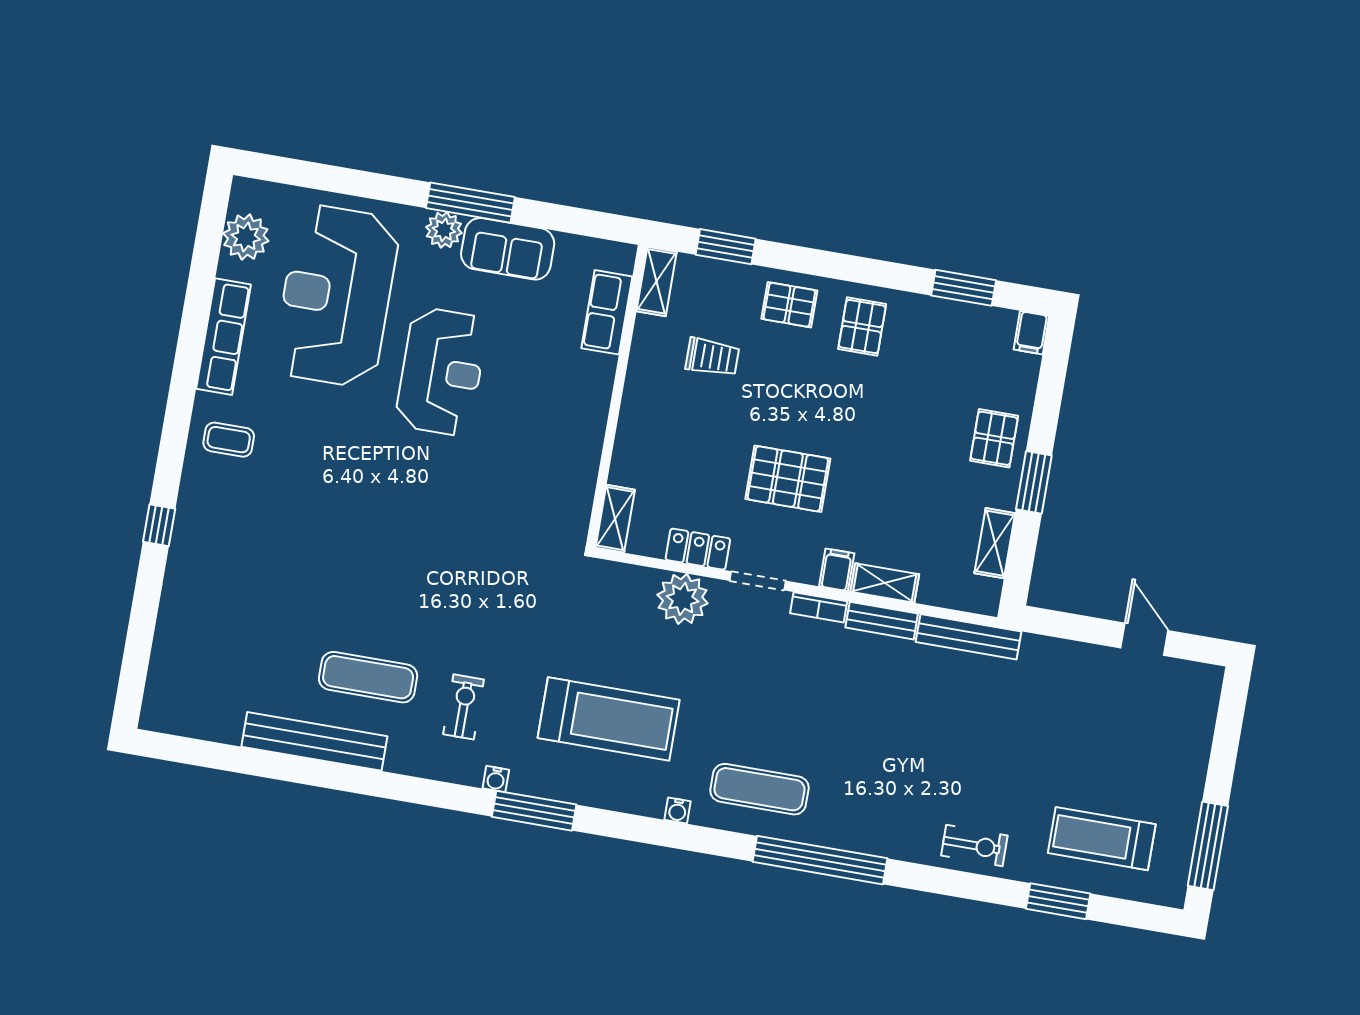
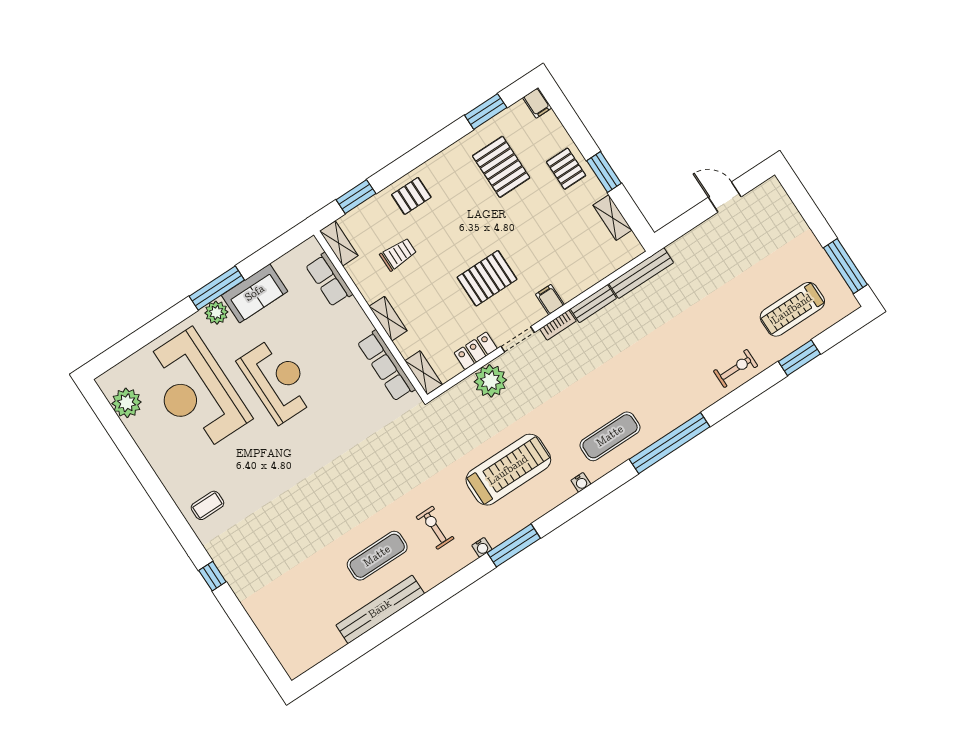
pallet: (862, 327) -> (501, 167), moved, width x1.50, depth x1.42
row of seats: (224, 337) -> (386, 366), moved, turned 180
shelving: (885, 583) -> (388, 319), moved, turned 90

